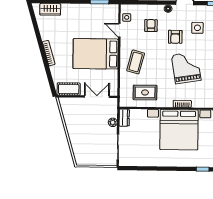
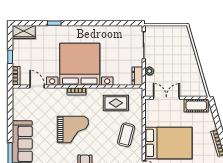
grand piano: (186, 68) -> (73, 130), turned -81
double door: (97, 97) -> (166, 98), swing flipped

